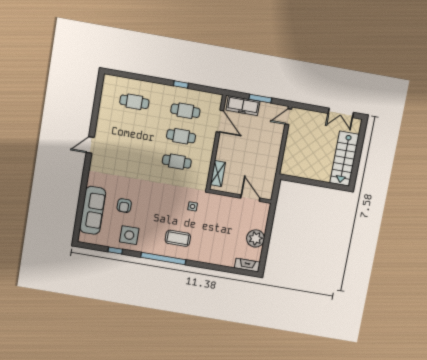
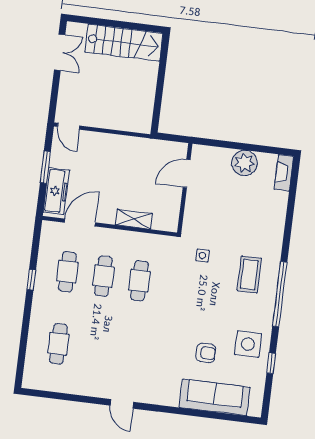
shelving: (218, 173) -> (134, 219), moved

